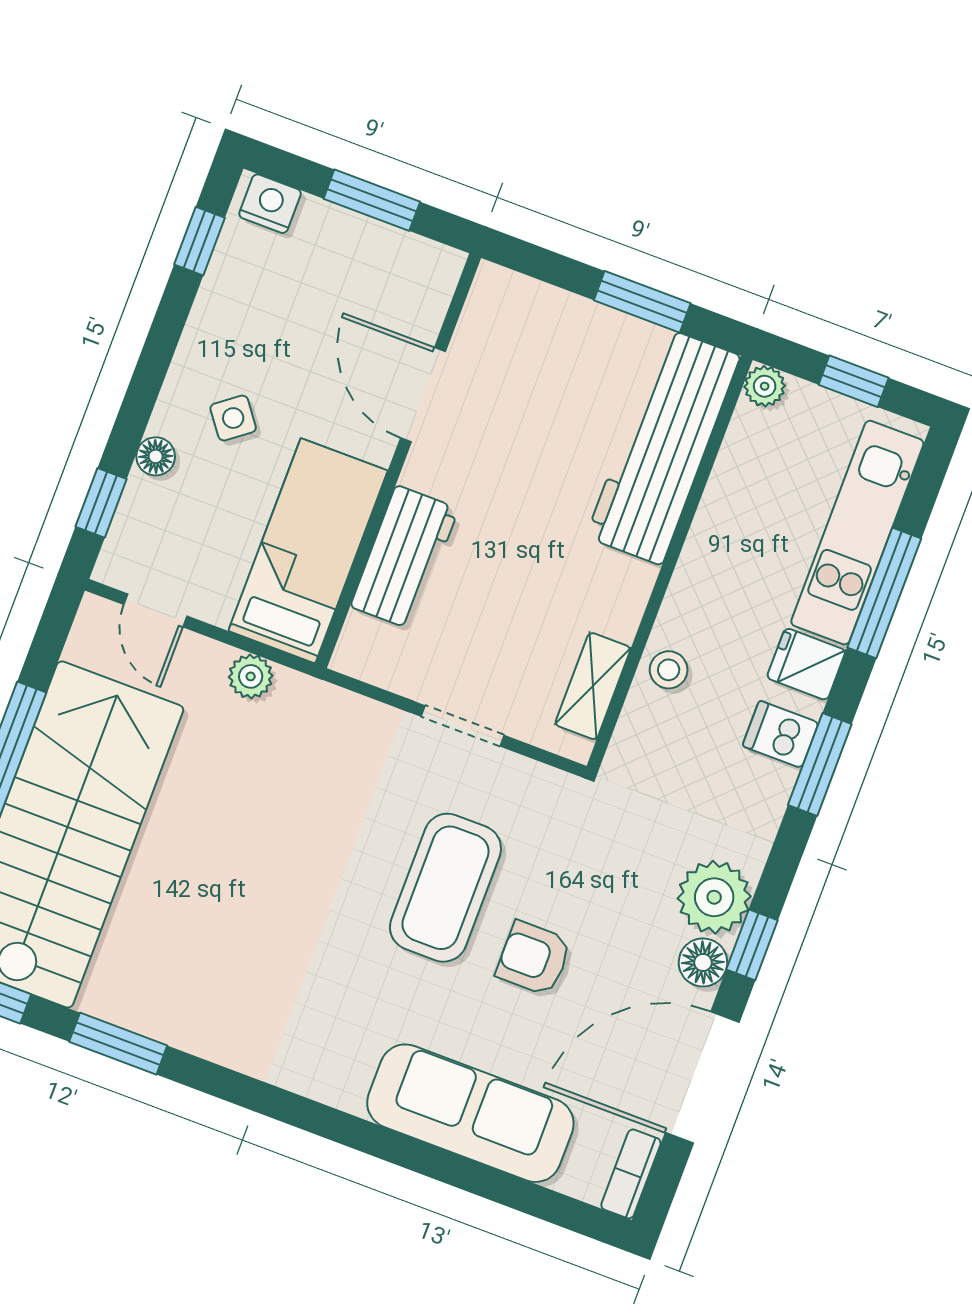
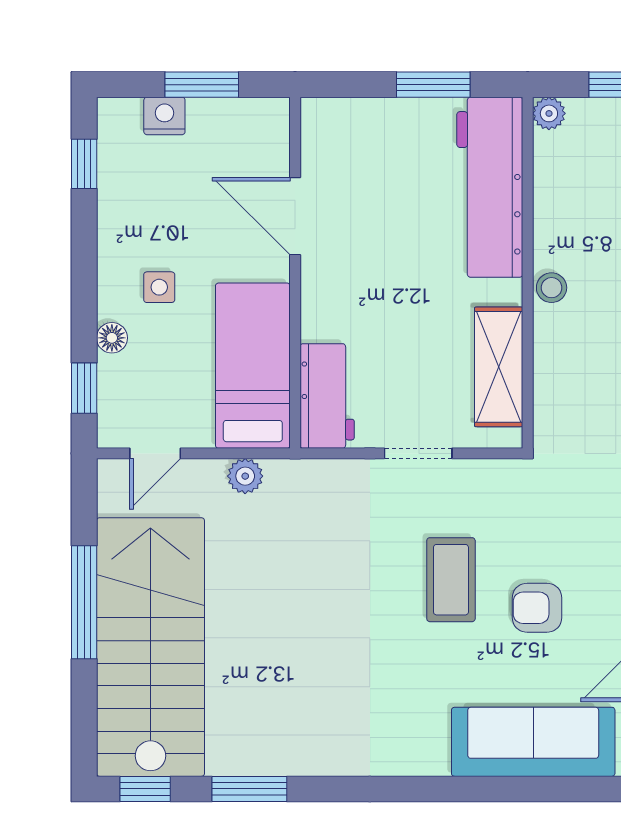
nightstand: (270, 204) -> (164, 116), moved
side table: (233, 418) -> (159, 287), turned 37
workbench: (404, 558) -> (327, 396), moved
door: (155, 610) -> (155, 453), hinge flipped
stool: (669, 670) -> (552, 288), moved
shelving: (593, 686) -> (499, 367), width x1.50, depth x1.33
coffee table: (445, 888) -> (451, 580), width x0.73, depth x0.76

